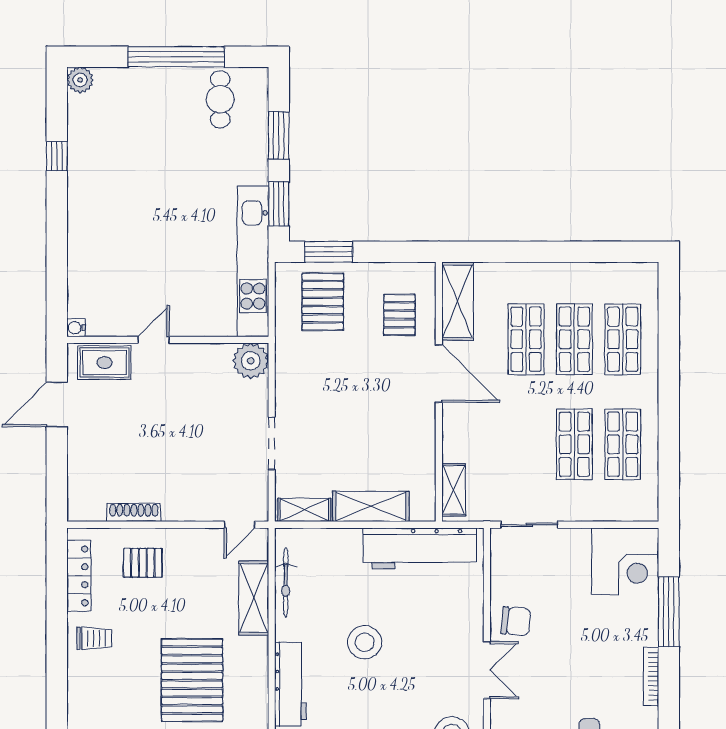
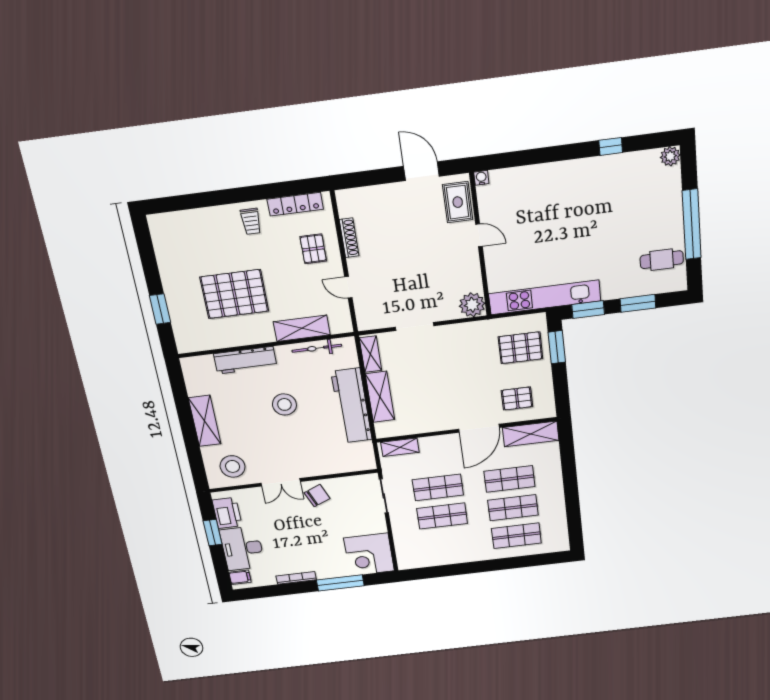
shop shelf: (623, 444) -> (438, 487), moved
door: (239, 525) -> (348, 287), moved
workbench: (420, 548) -> (352, 406), moved
chair: (516, 621) -> (317, 496), turned -118

